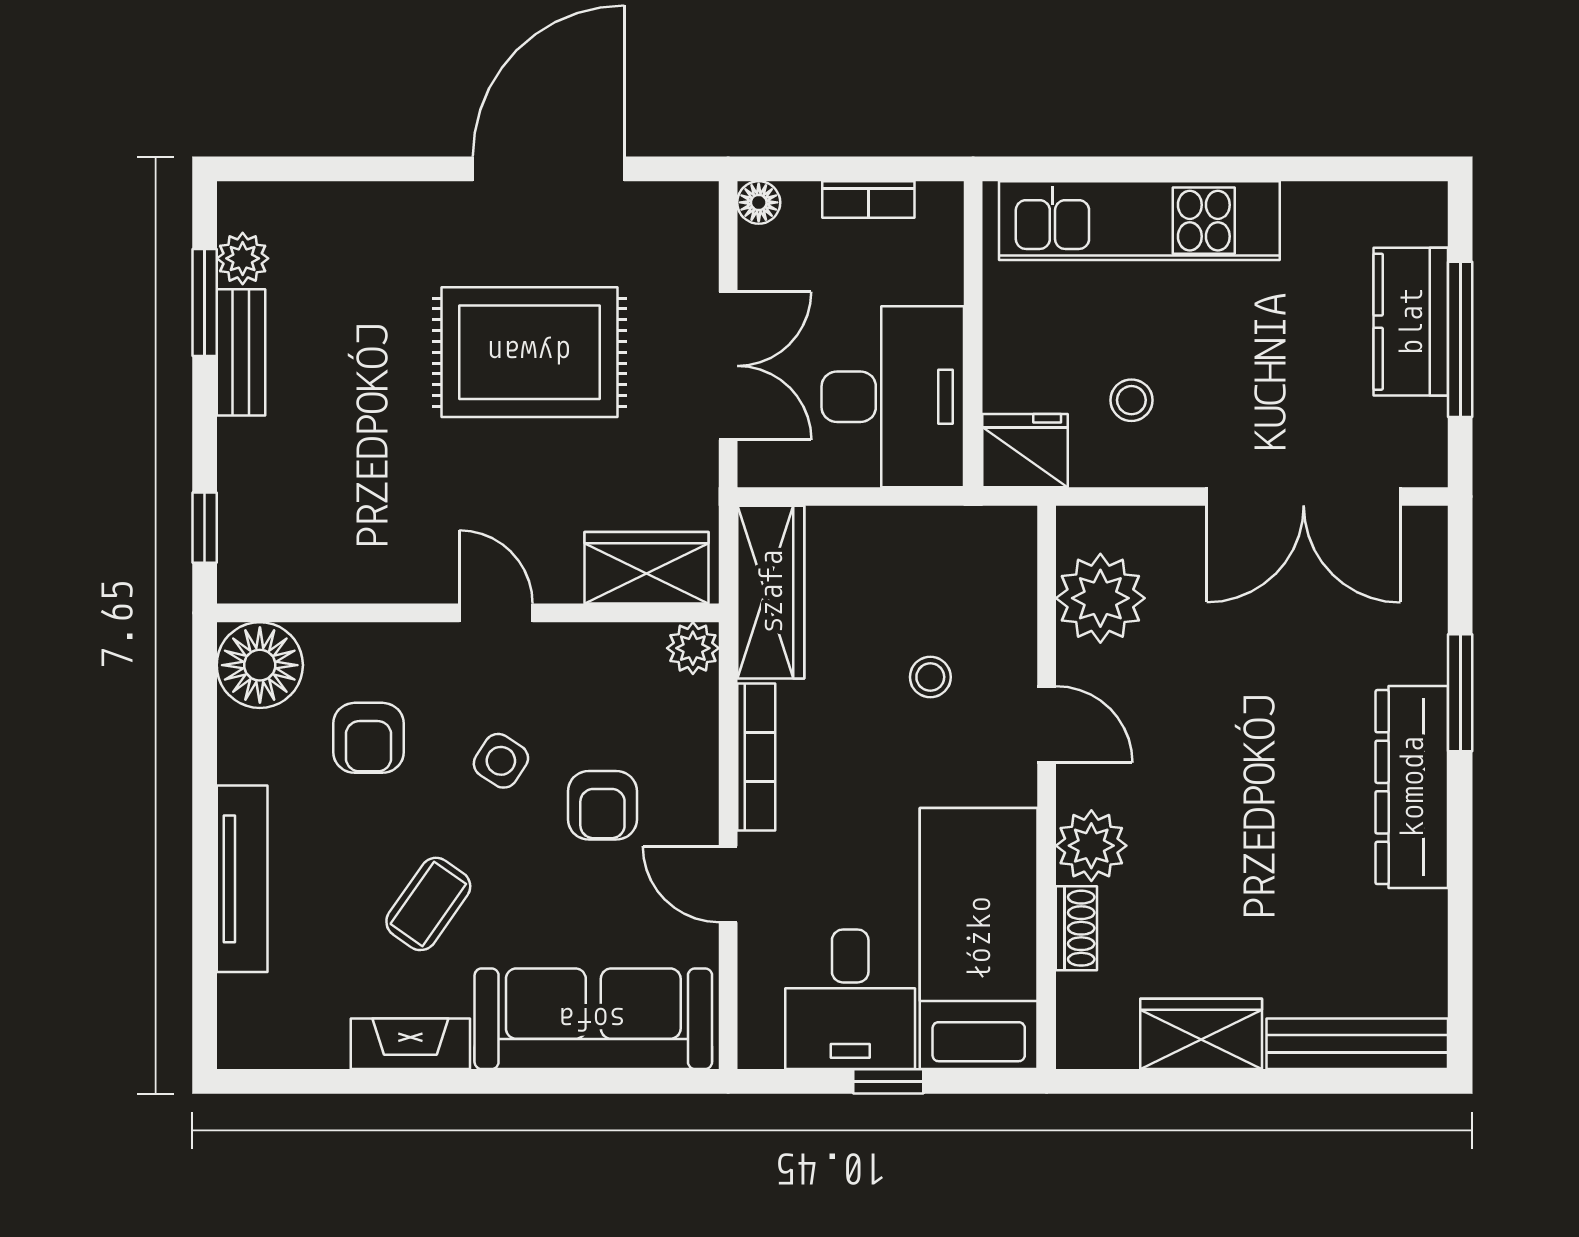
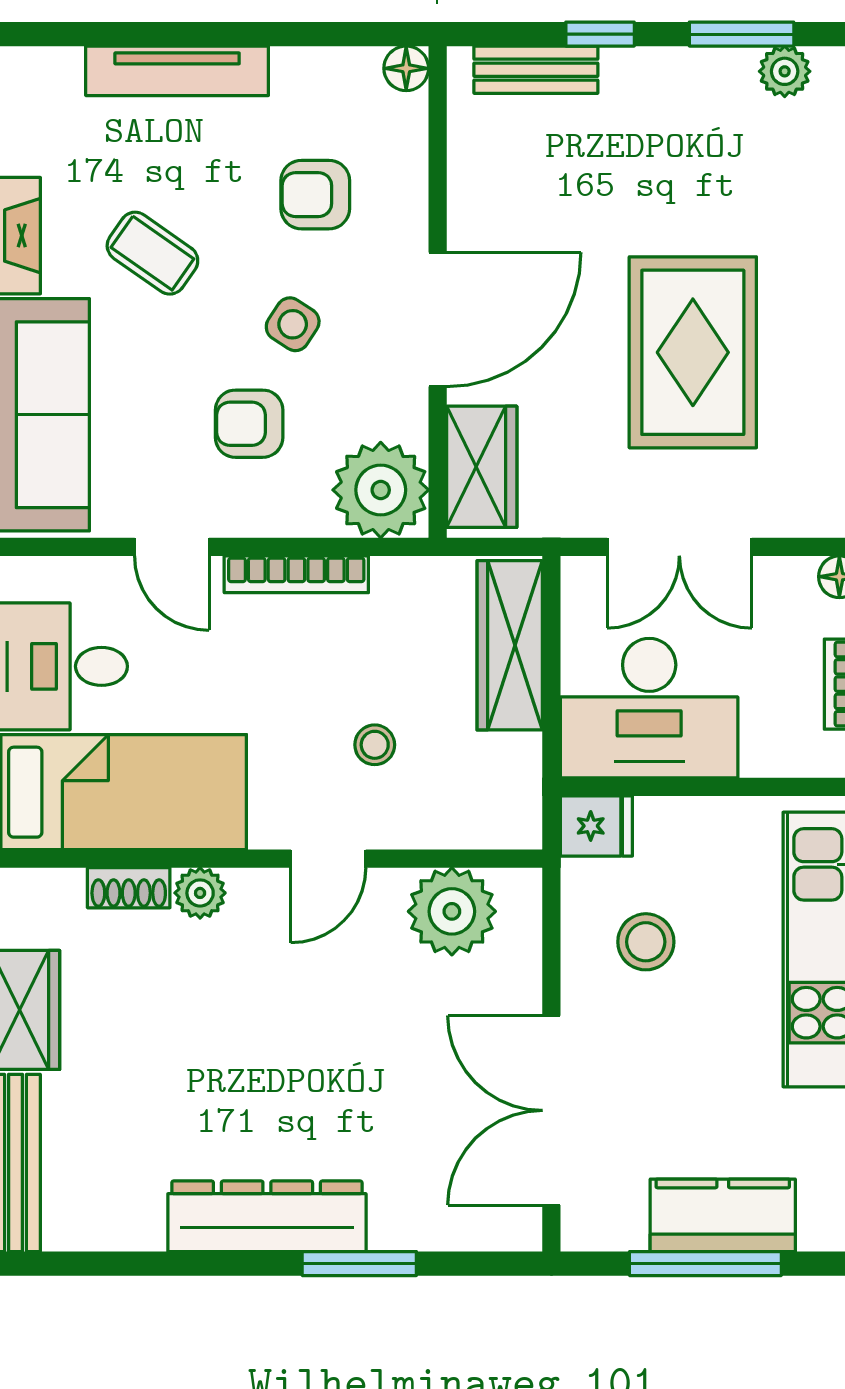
bench: (241, 352) -> (536, 70), moved
stool: (1131, 400) -> (646, 942), width x1.37, depth x1.37
fridge: (1025, 451) -> (596, 826), width x0.72
window: (205, 528) -> (600, 34), moved
wardrobe: (771, 592) -> (510, 645), moved, turned 90
door: (496, 613) -> (438, 320), width x1.88
plant: (693, 648) -> (381, 490), width x1.88, depth x1.88
floor lamp: (260, 665) -> (406, 68), width x0.53, depth x0.53
plant: (1091, 846) -> (200, 893), width x0.73, depth x0.73
door: (728, 884) -> (172, 547), swing flipped

